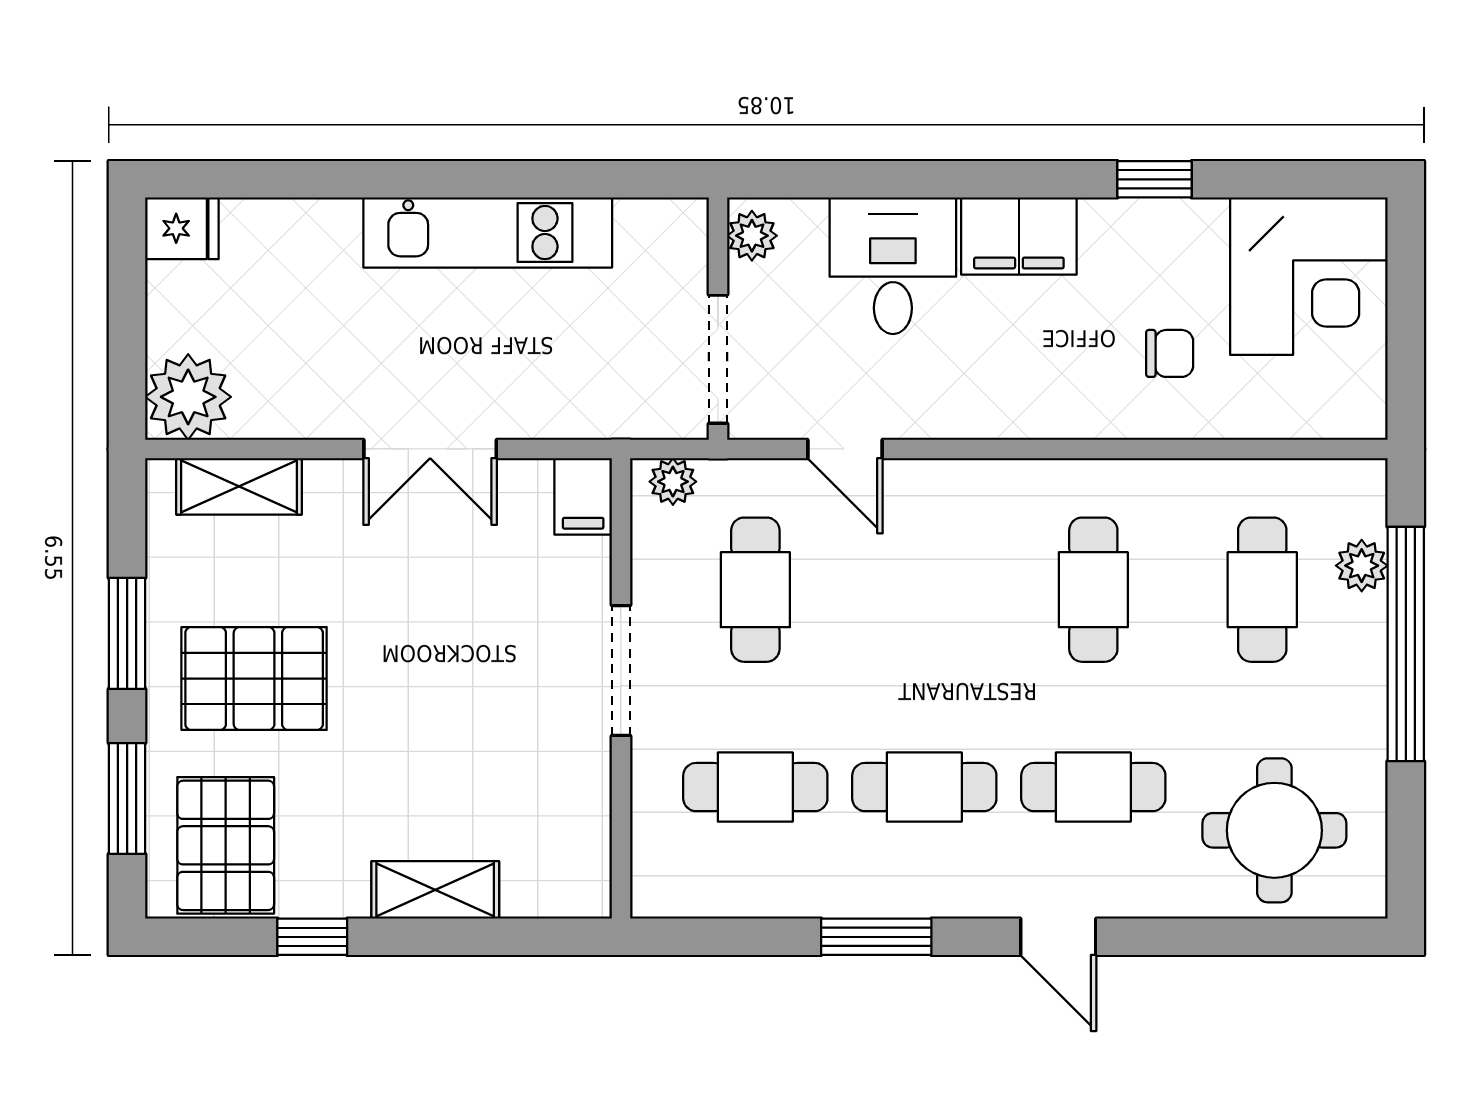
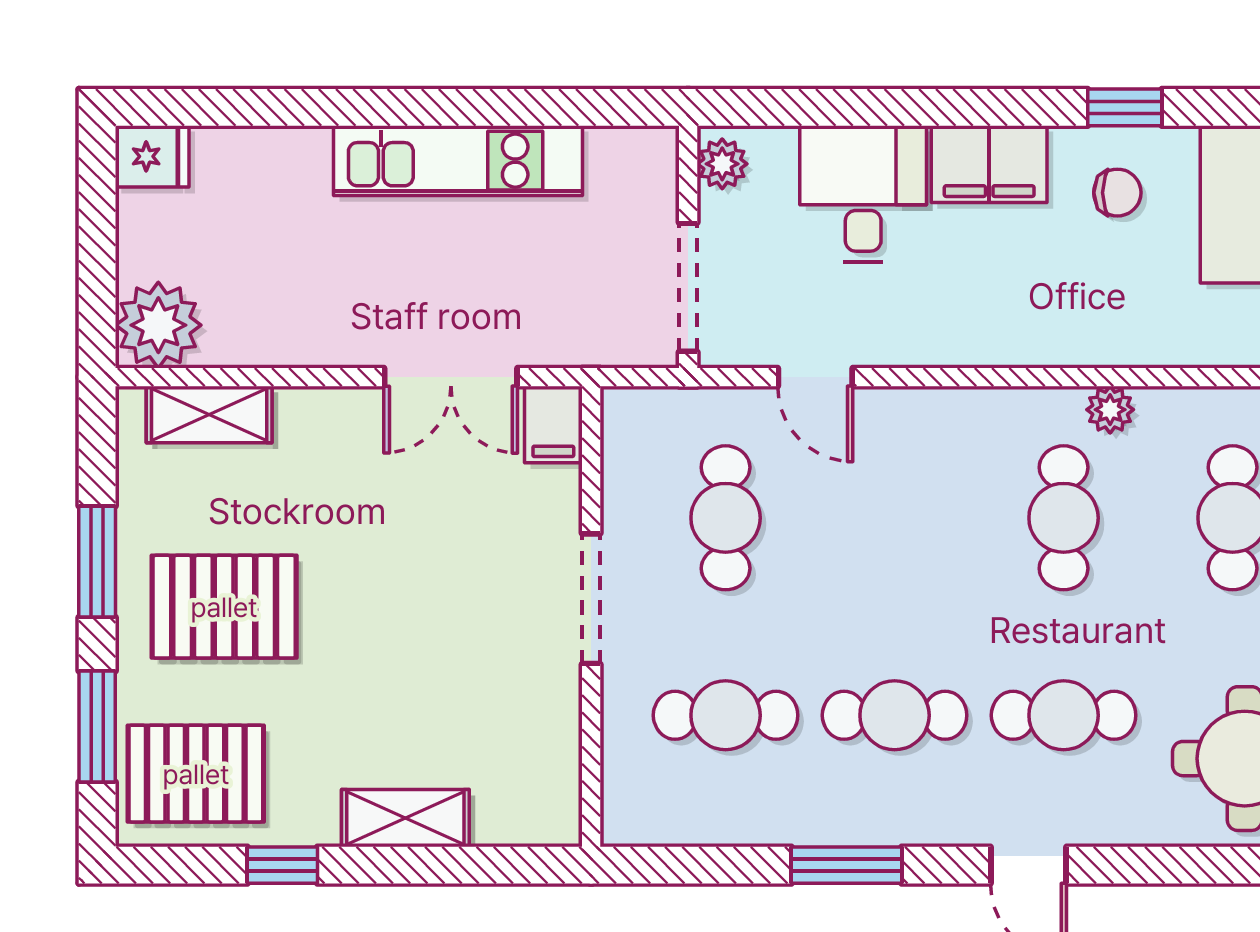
chair: (1170, 353) -> (1117, 193), moved
double door: (430, 449) -> (451, 377), moved
plant: (673, 482) -> (1110, 410), moved
pallet: (226, 845) -> (196, 774), turned 90

